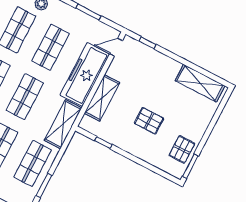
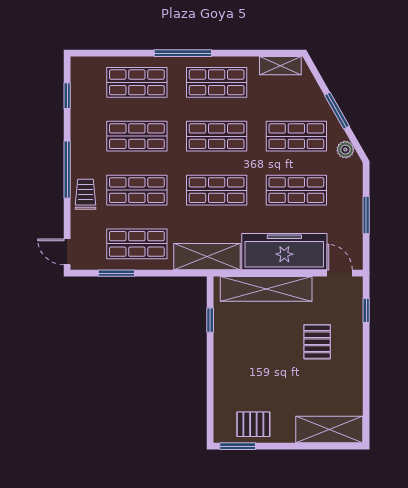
shelving: (200, 83) -> (329, 430), moved, turned 90
shelving: (102, 98) -> (266, 289), width x1.47
pallet: (149, 121) -> (317, 342), moved

